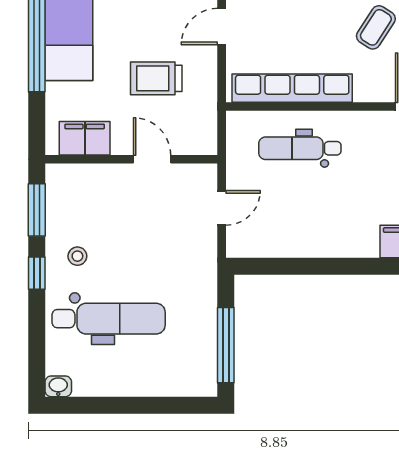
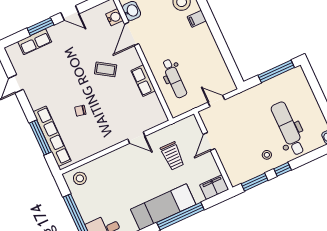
row of seats: (292, 88) -> (143, 81), width x0.50
filing cabinet: (85, 138) -> (214, 187), moved, turned 90

